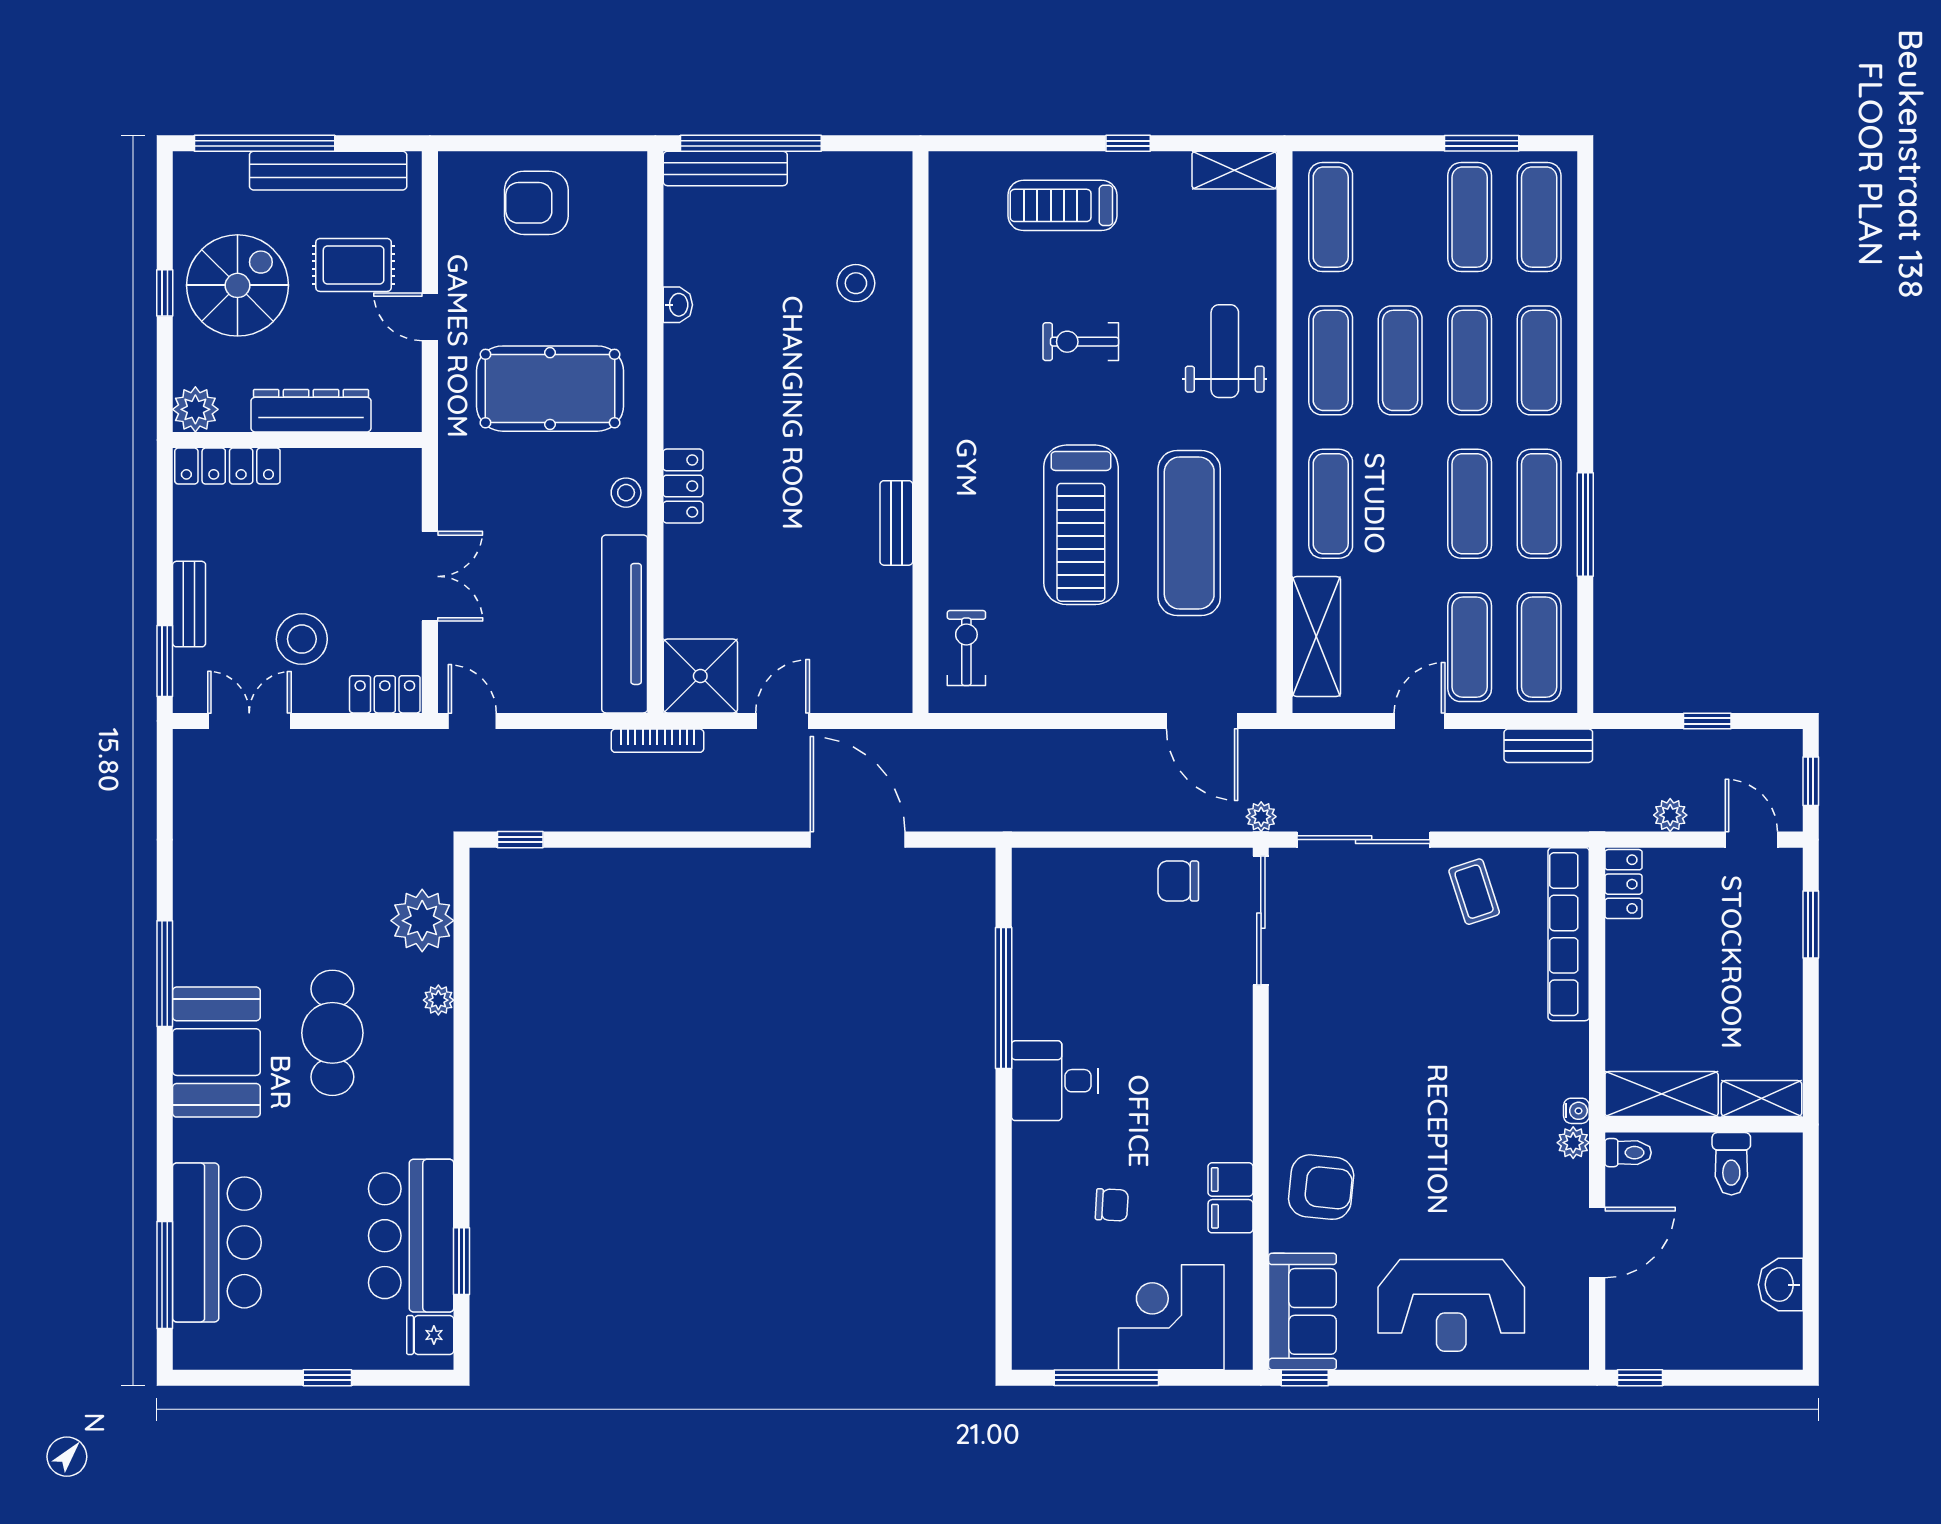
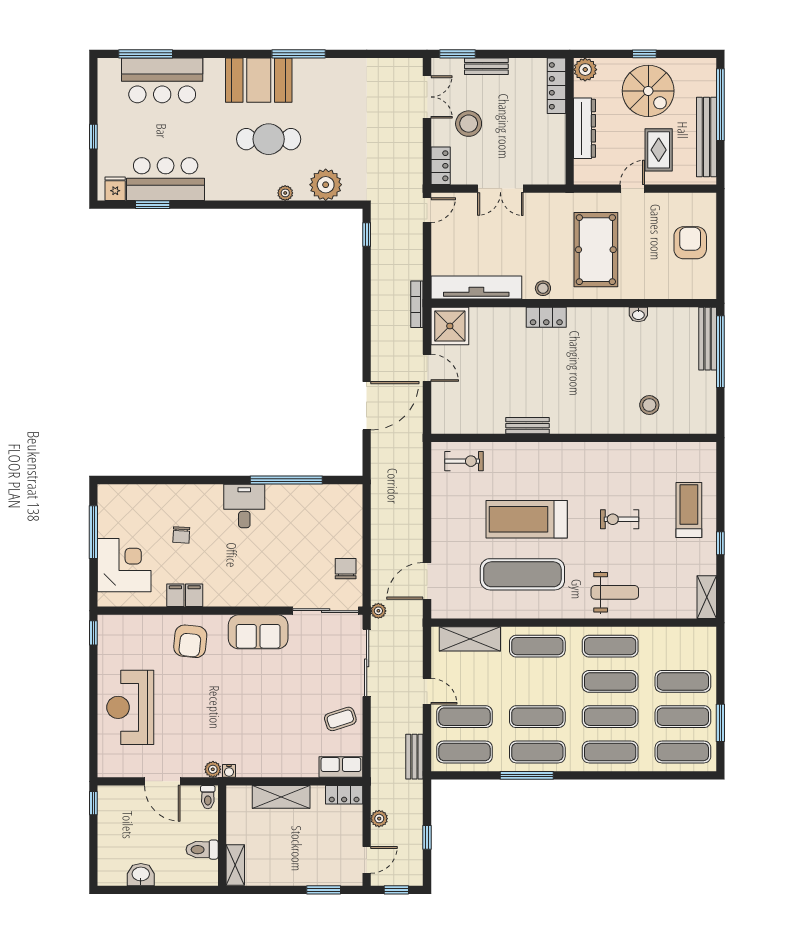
exercise mat: (1331, 217) -> (683, 681), moved
exercise bike: (1081, 342) -> (620, 519), turned -90
row of seats: (1569, 934) -> (341, 767), width x0.50
shelving: (1662, 1094) -> (281, 797), moved, turned 90
sofa: (1302, 1311) -> (258, 632), moved

